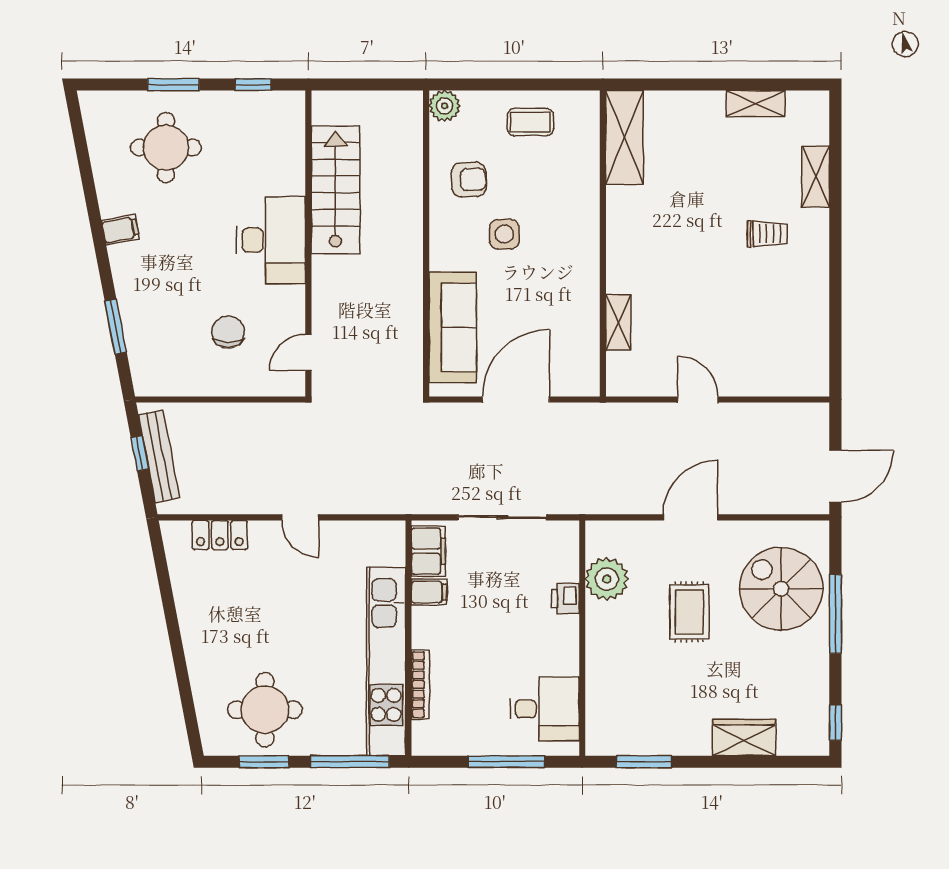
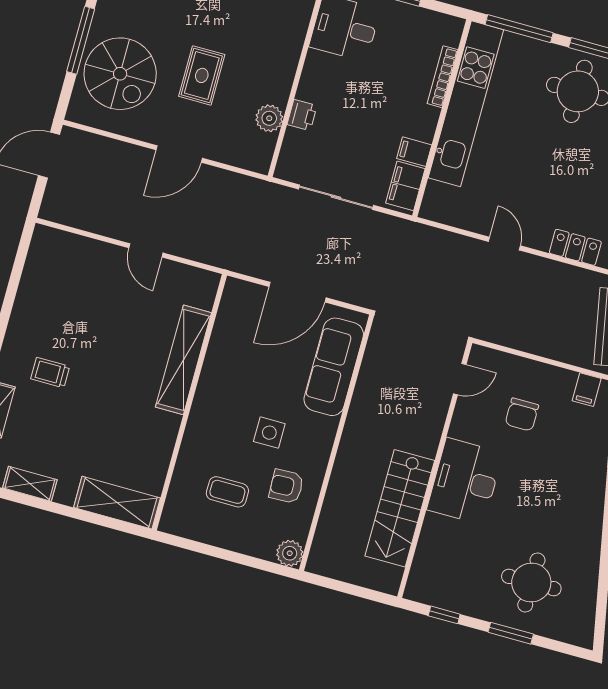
coffee table: (530, 122) -> (227, 492), moved
shelving: (625, 137) -> (117, 503), moved, turned 90
filing cabinet: (120, 230) -> (587, 390), moved, turned -79
shelving: (618, 322) -> (183, 360), width x2.20, depth x1.33
plant: (607, 579) -> (269, 118), width x0.73, depth x0.73

